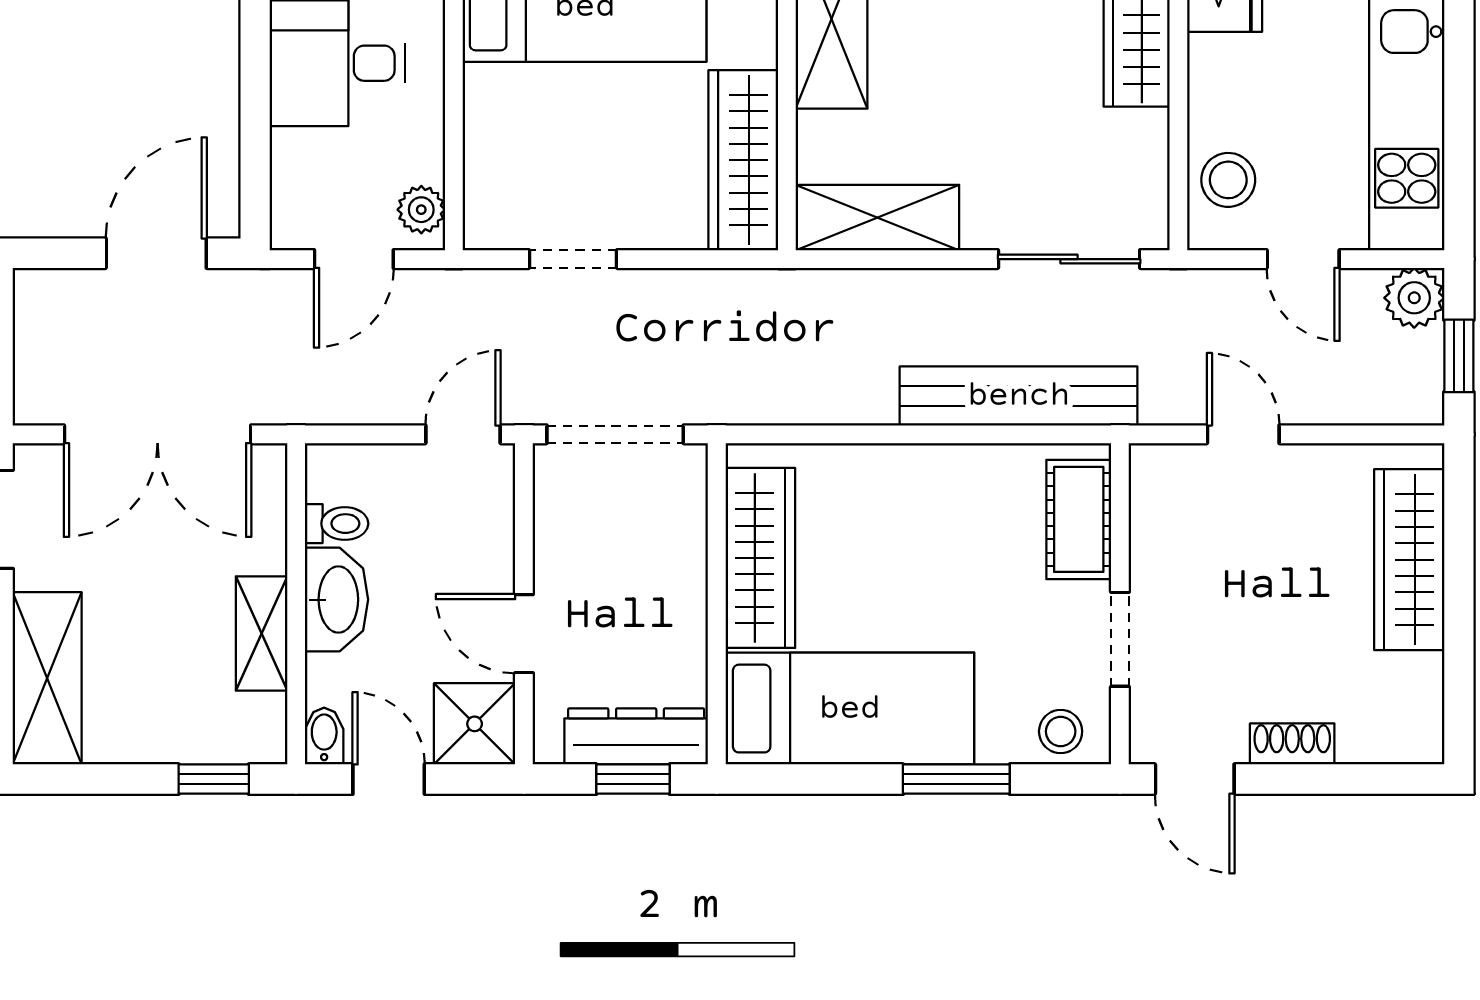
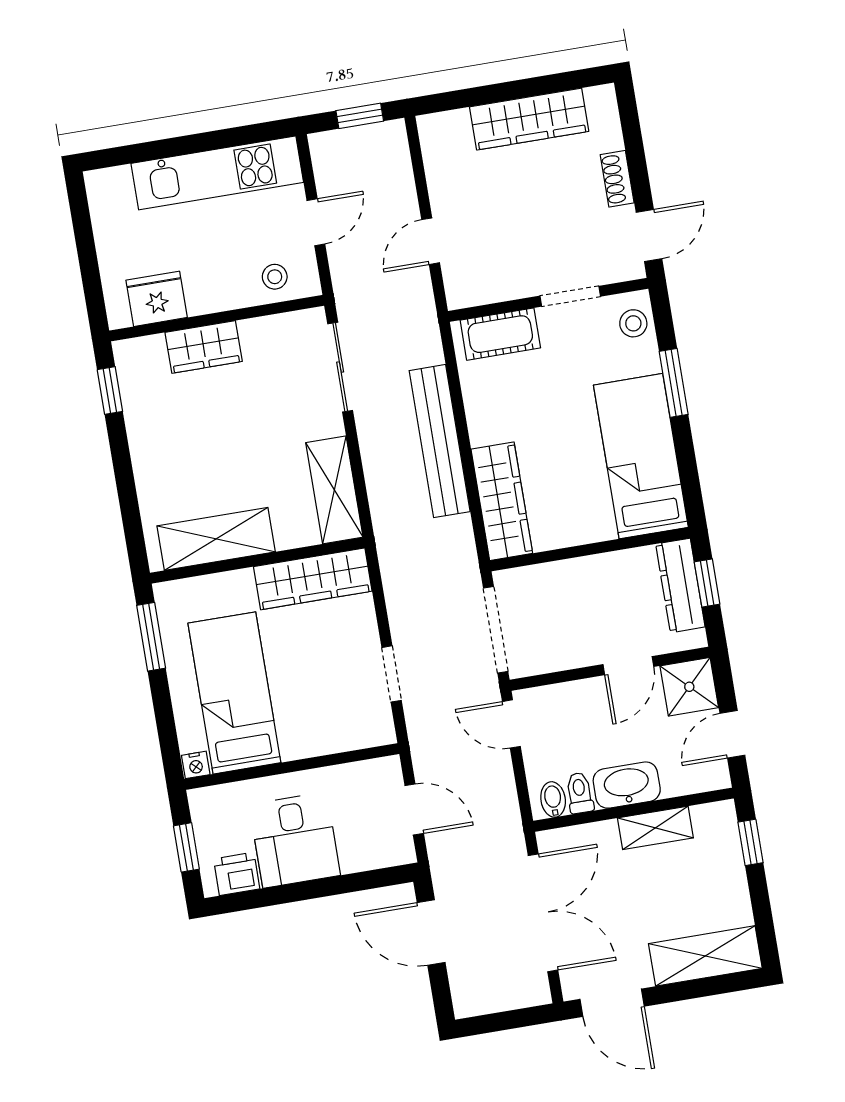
stool: (1228, 180) -> (275, 277), width x0.73, depth x0.73
plant: (421, 210) -> (377, 773), removed
plant: (1414, 298) -> (328, 149), removed
bench: (1019, 396) -> (440, 441), moved
wardrobe: (760, 558) -> (502, 501), moved, turned 90
wardrobe: (1409, 560) -> (529, 119), moved
bidet: (324, 736) -> (553, 799), moved, turned 90

